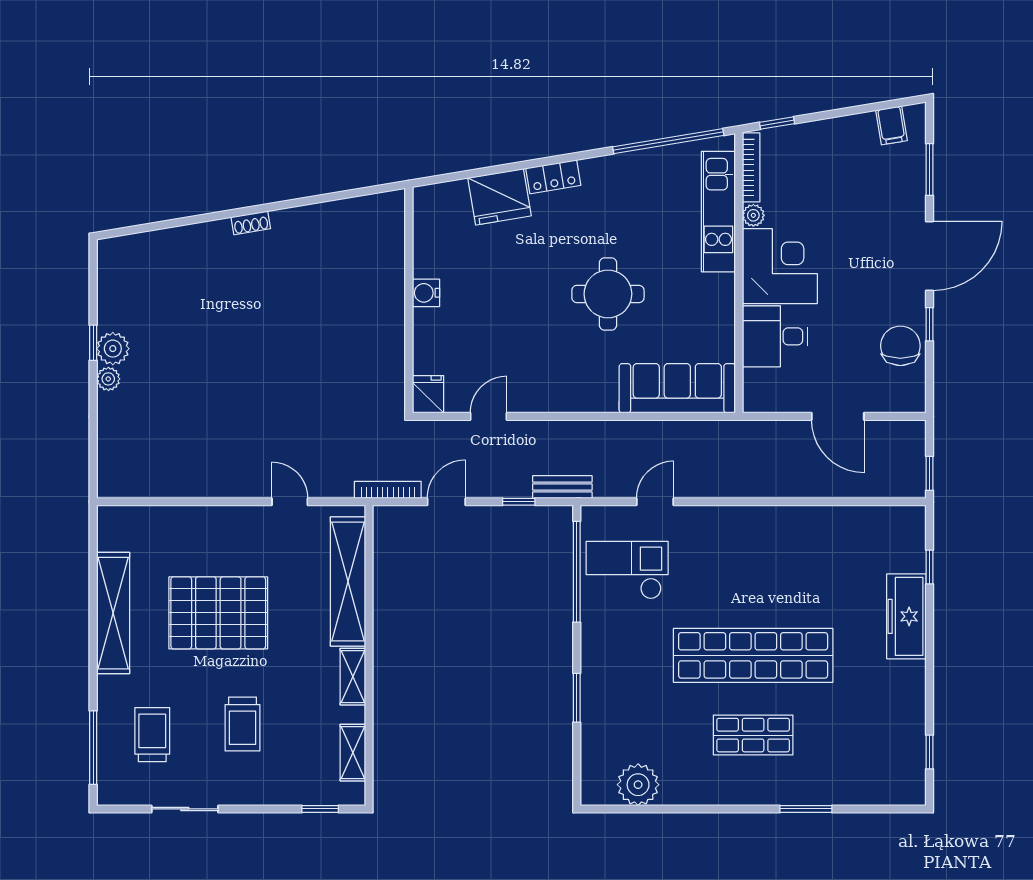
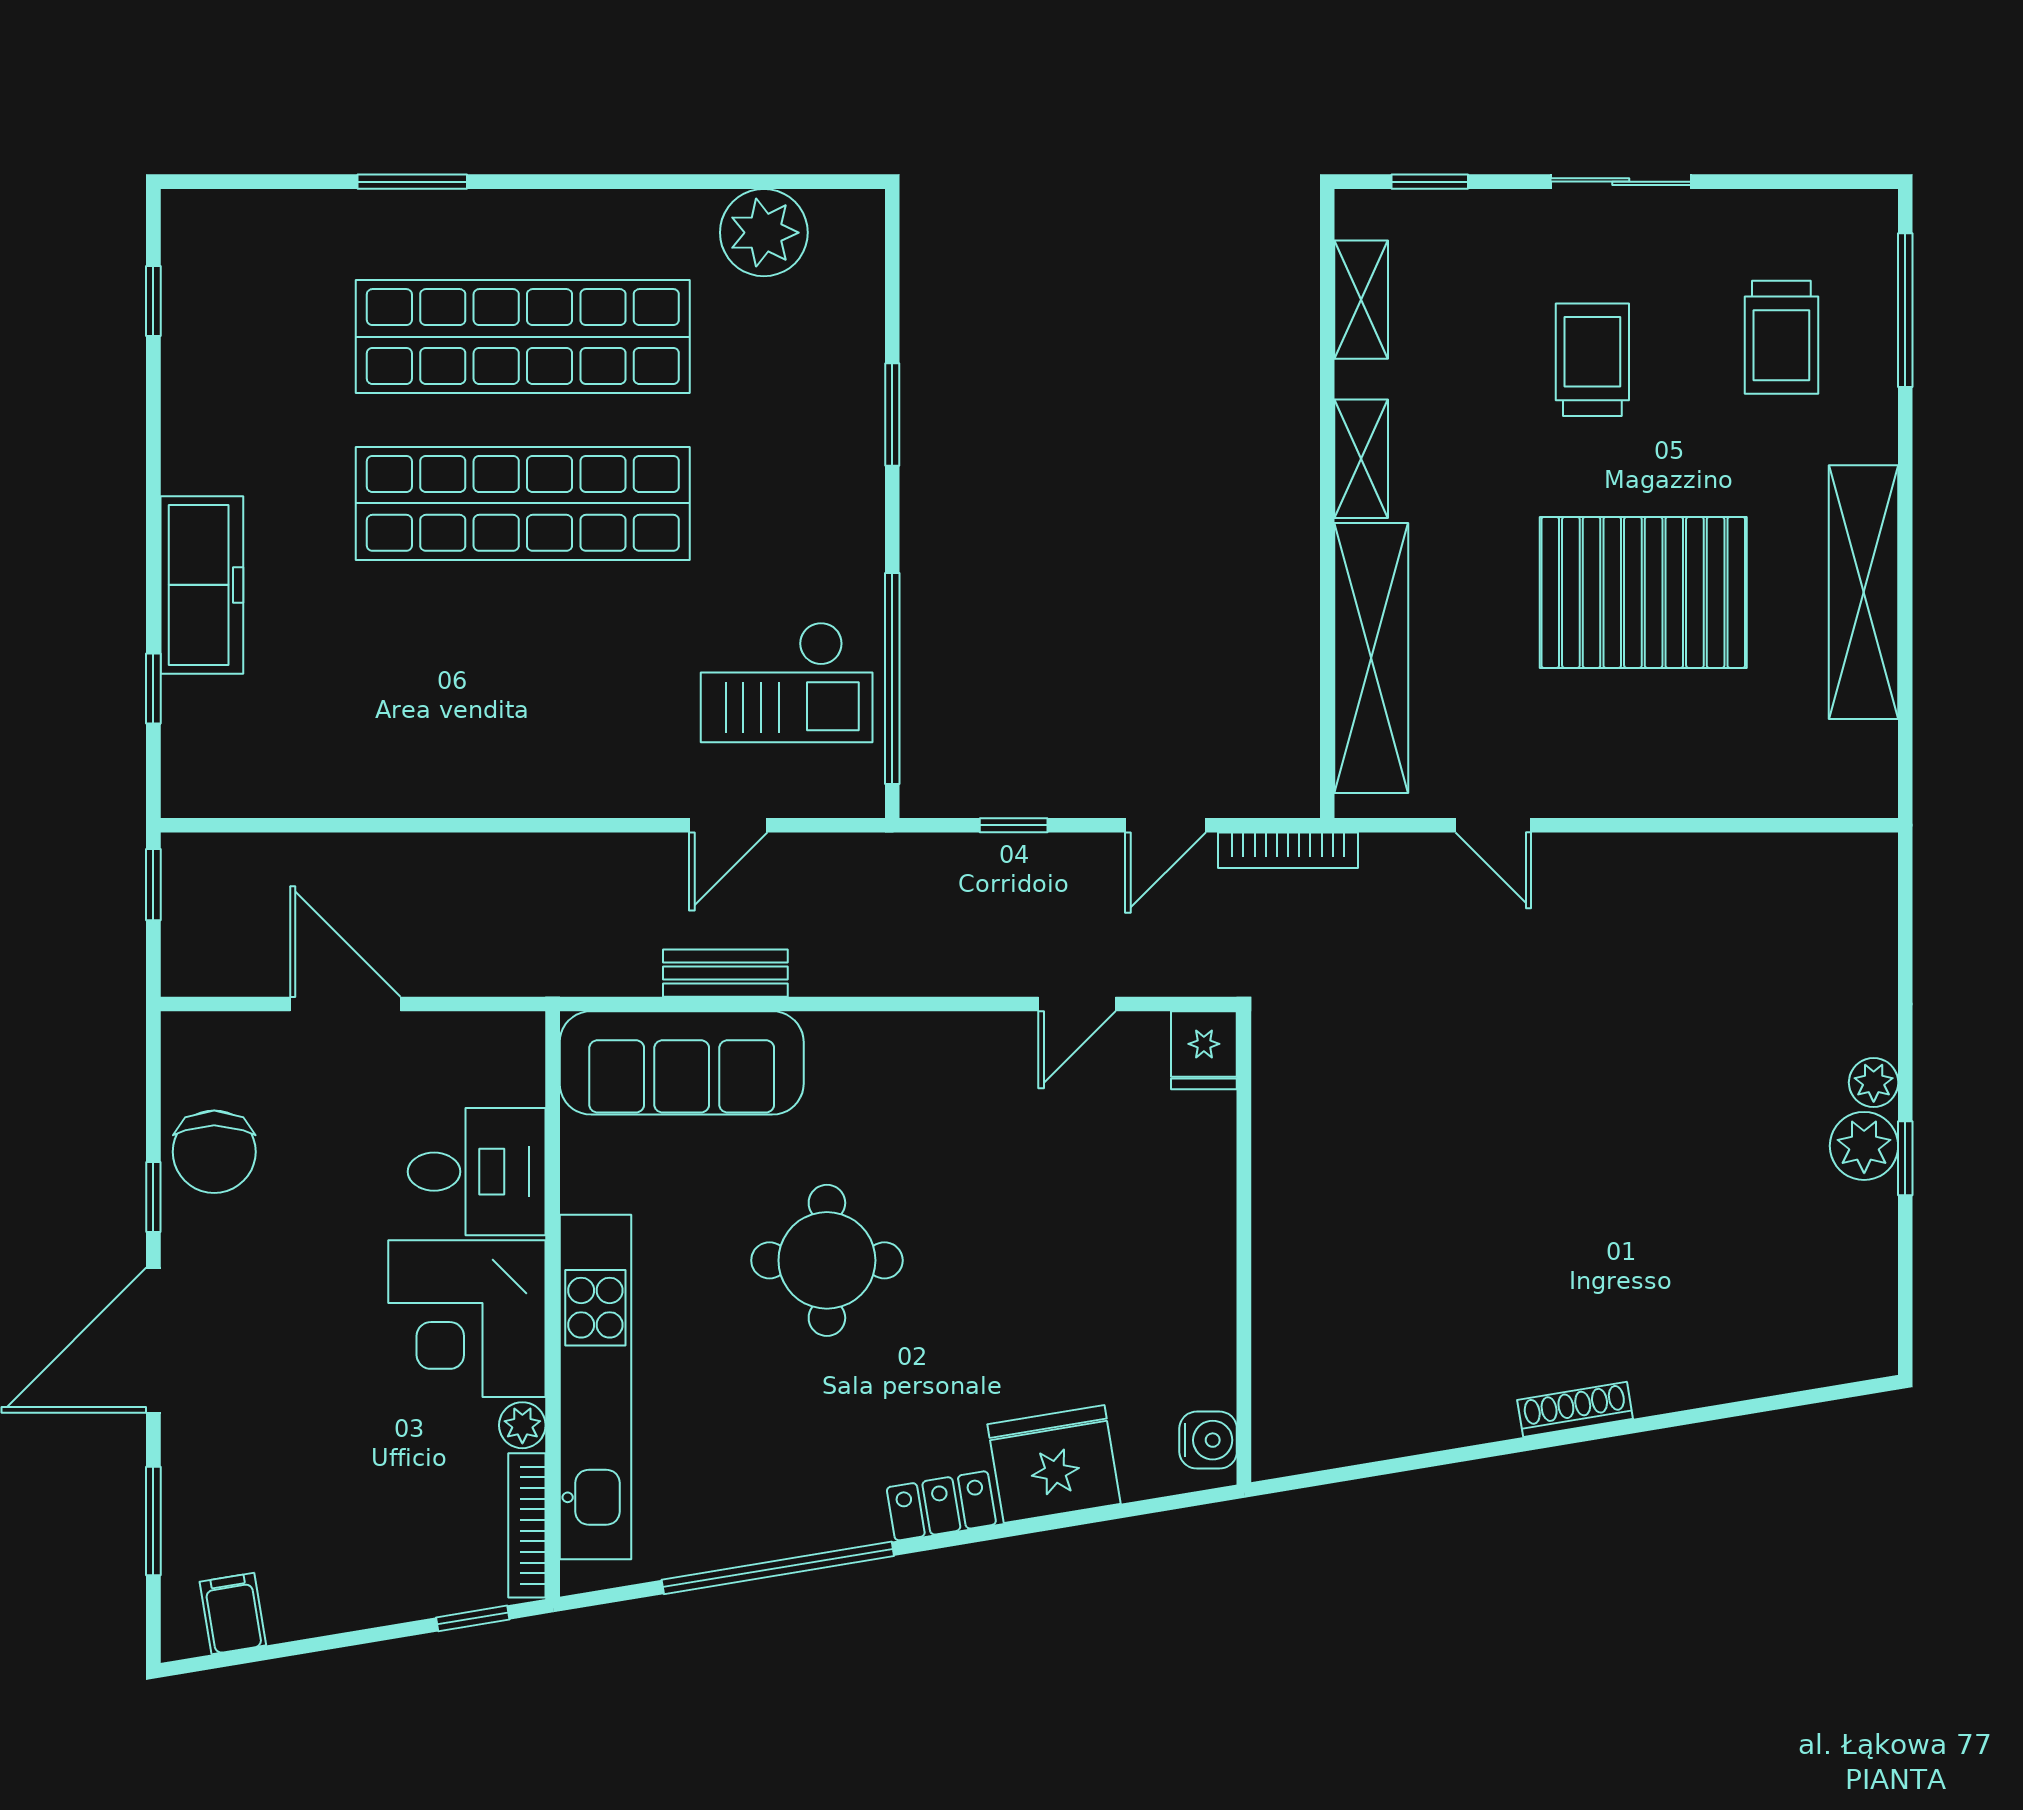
window: (668, 141) -> (778, 1568), moved
kitchen unit: (718, 212) -> (595, 1387), width x1.36
shoe rack: (251, 223) -> (1575, 1409), width x1.43
water cooler: (426, 293) -> (1208, 1440), moved
bench: (562, 487) -> (725, 973), moved
shop shelf: (753, 735) -> (523, 337), width x2.00, depth x1.36
sliding door: (185, 809) -> (1621, 182), moved

